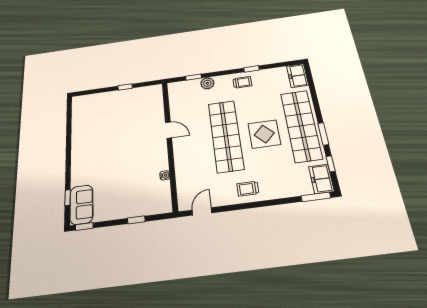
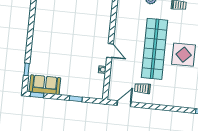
door: (169, 130) -> (110, 51), moved
trolley: (248, 189) -> (142, 88), moved
sofa: (81, 205) -> (45, 85), moved, turned -90

